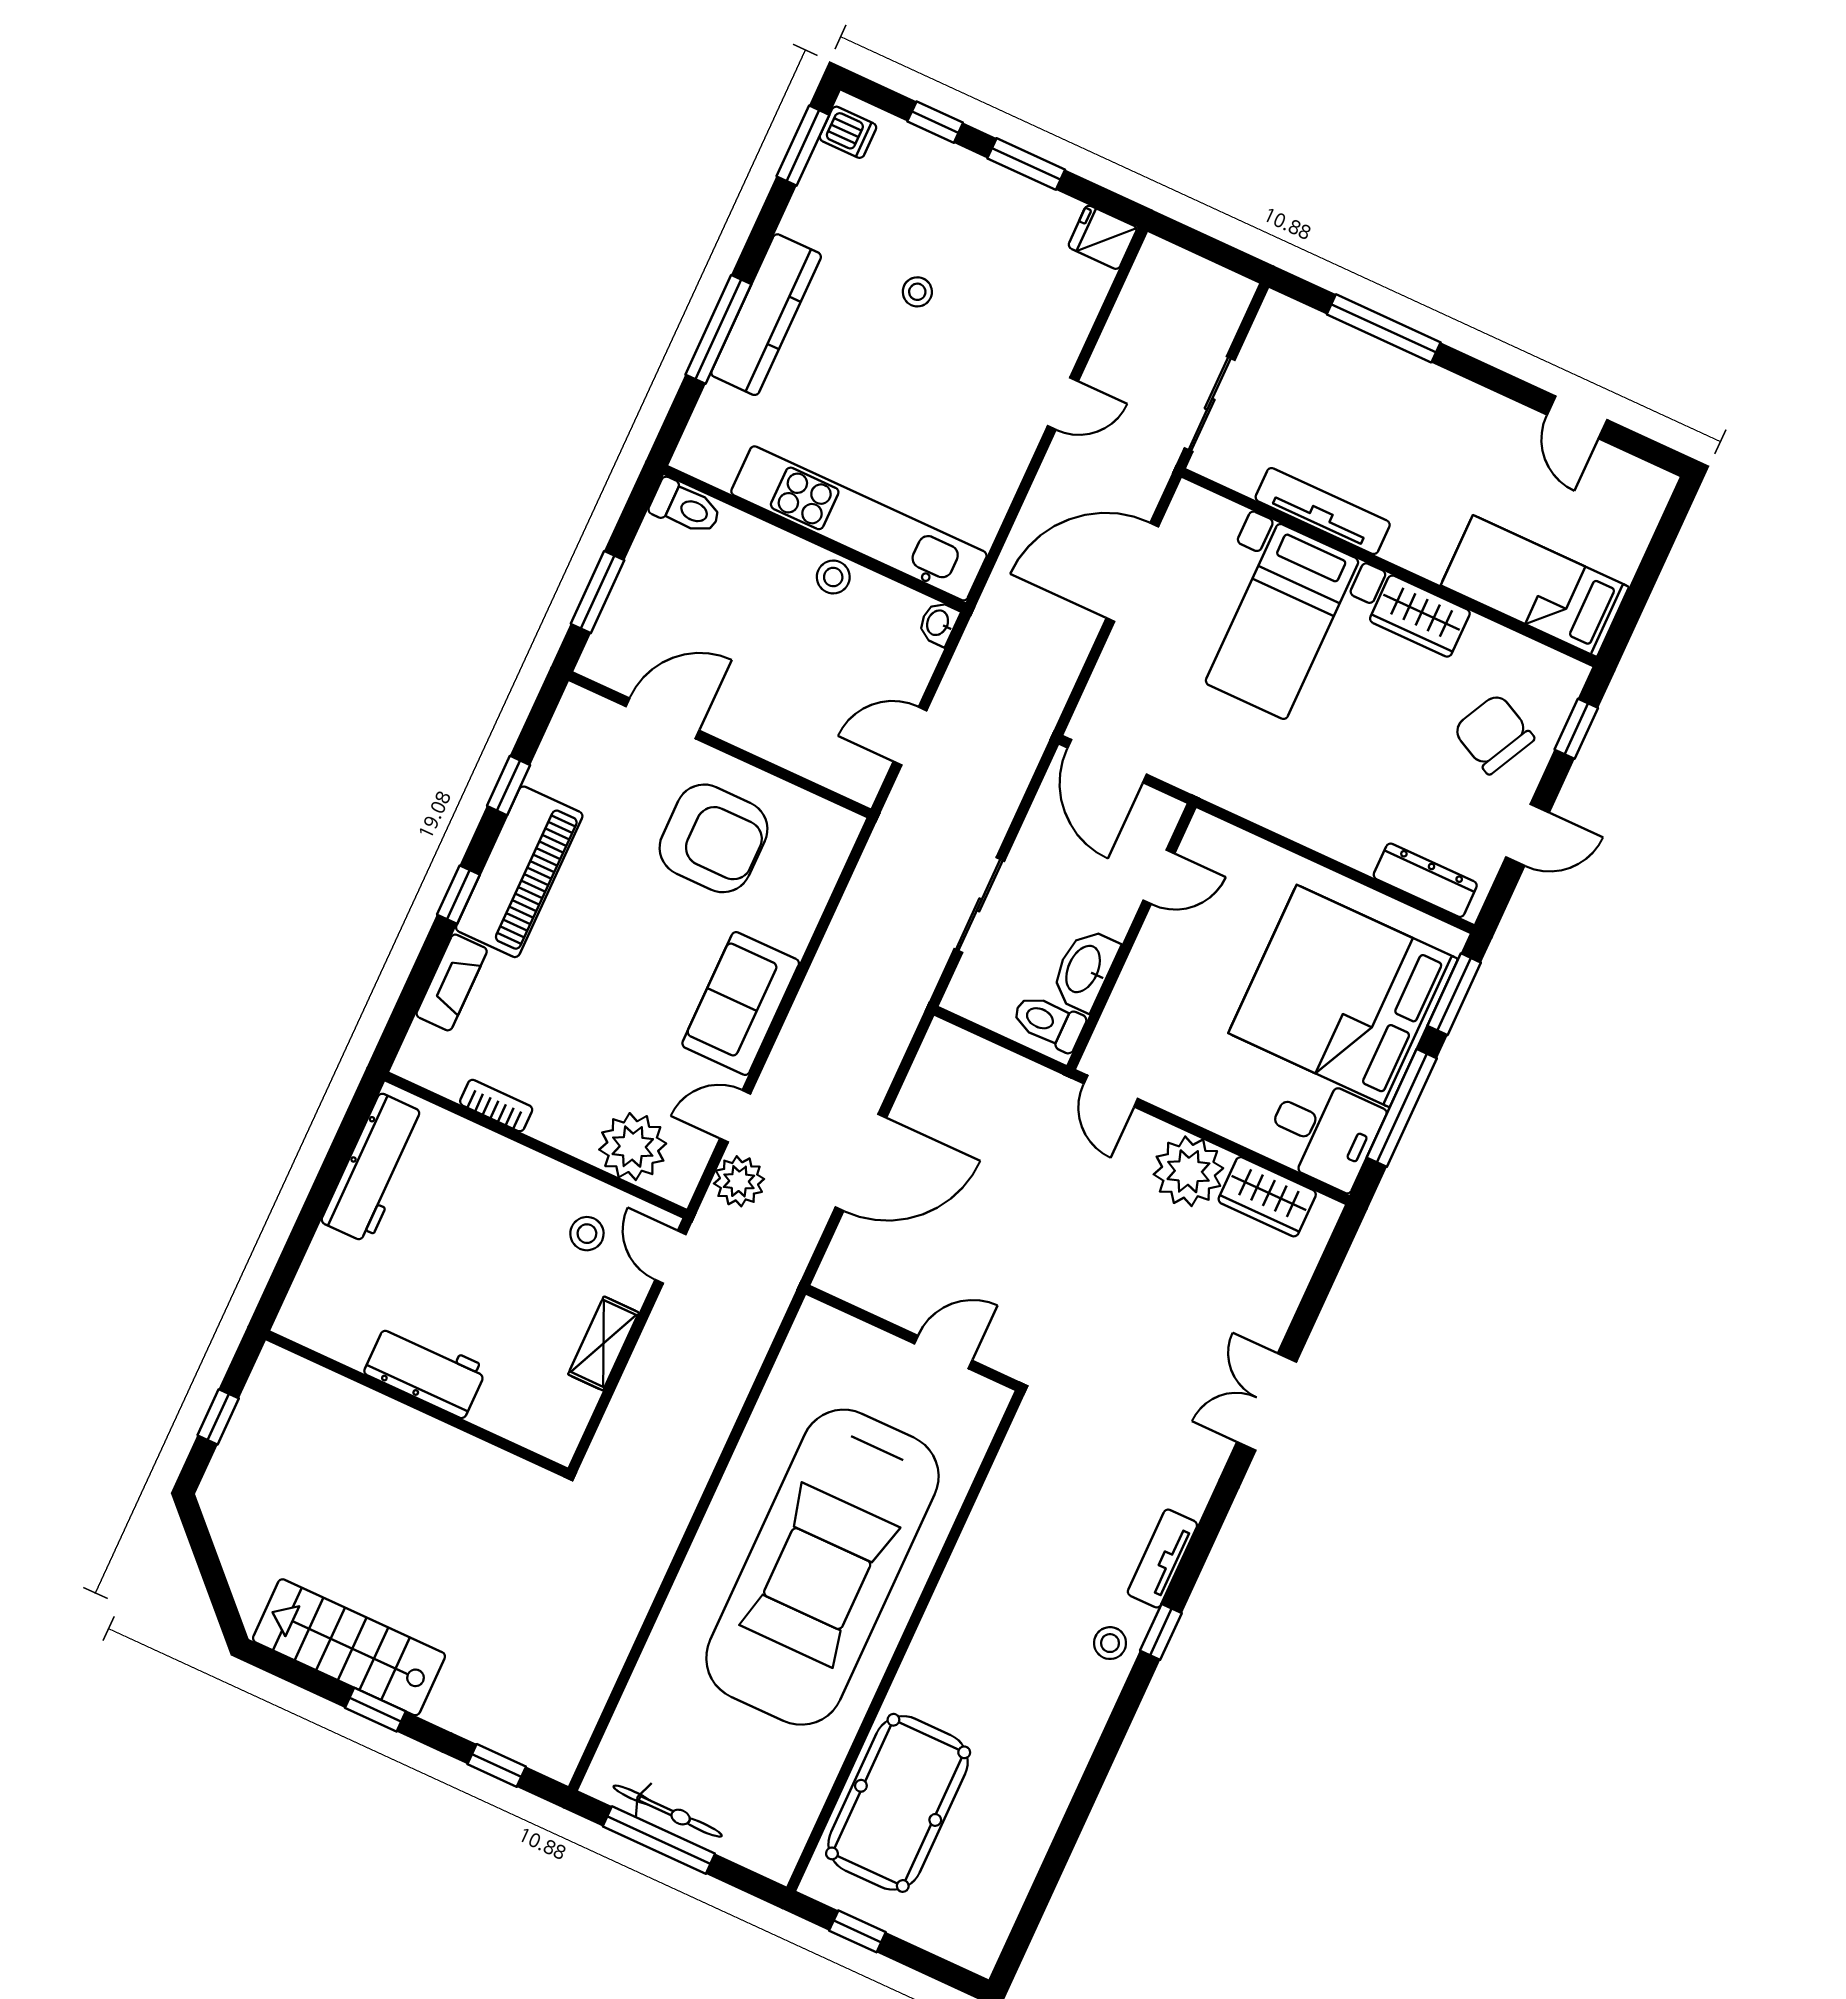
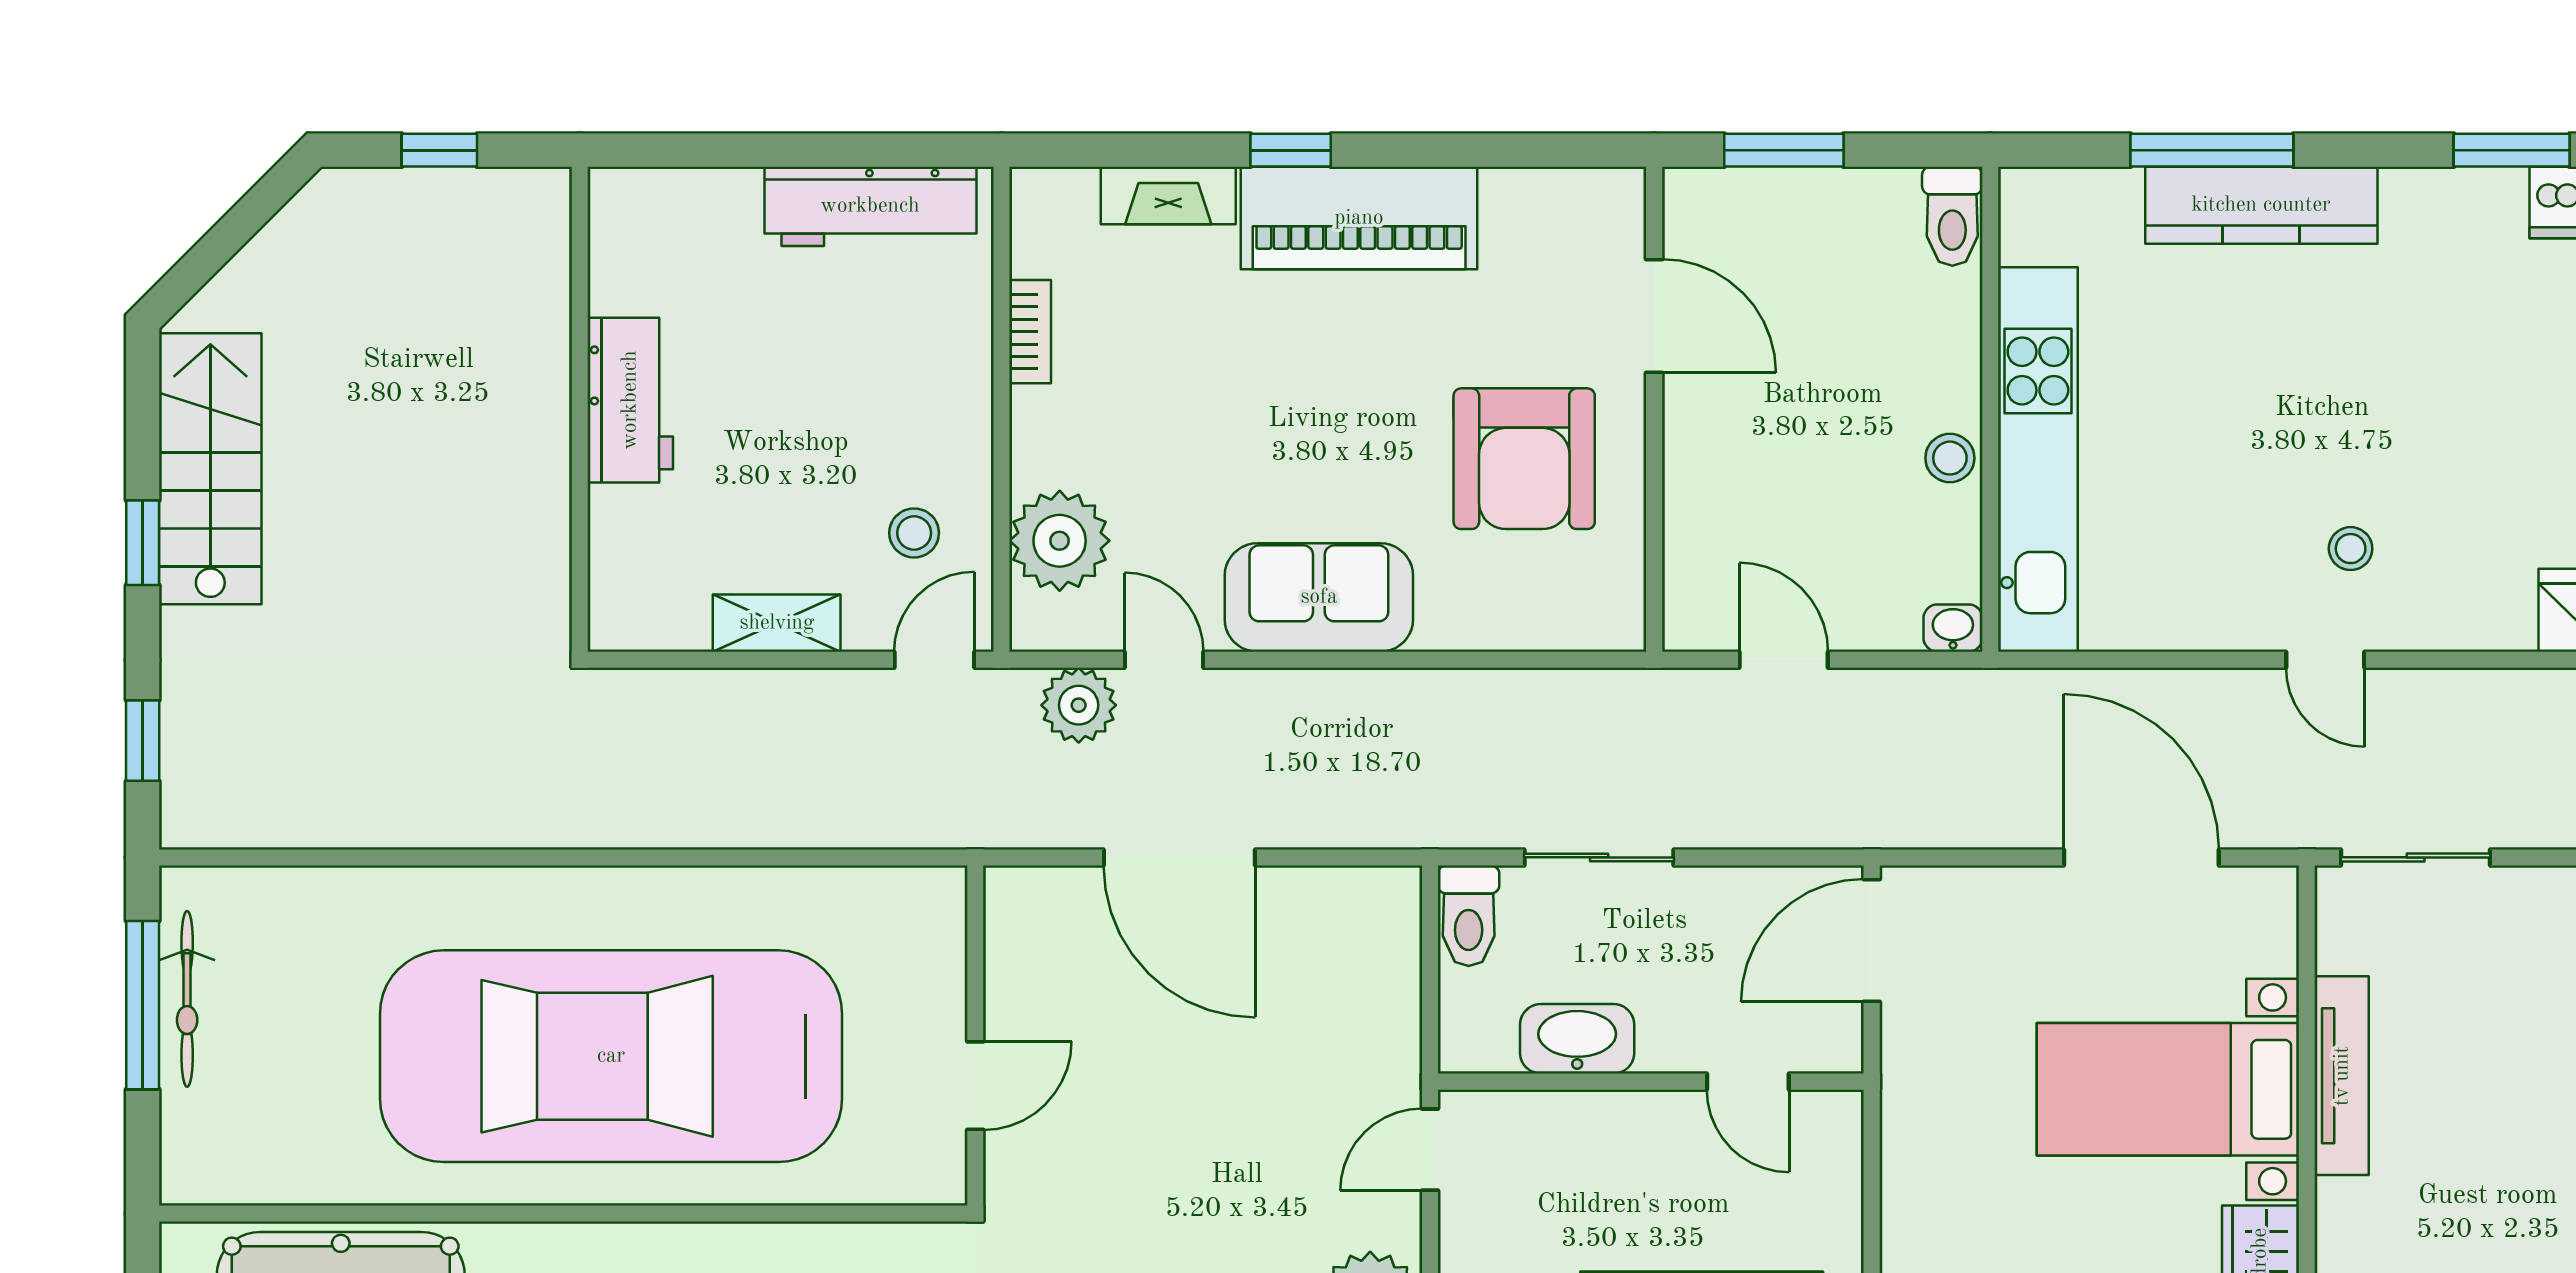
stool: (917, 292) -> (2351, 549), moved
window: (509, 786) -> (1468, 150), removed
toilet: (1049, 1022) -> (1469, 916), moved, turned 180
door: (943, 1352) -> (975, 1086), hinge flipped

